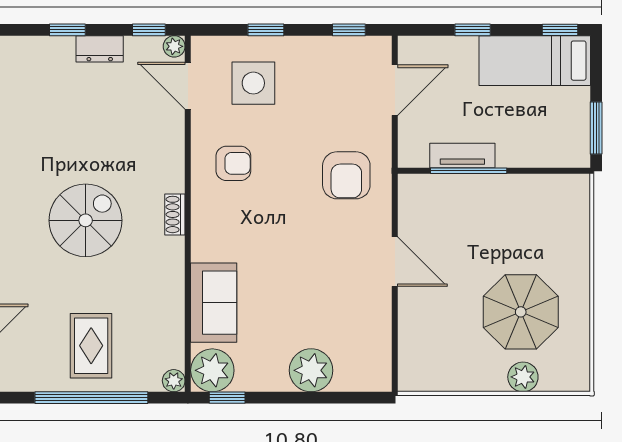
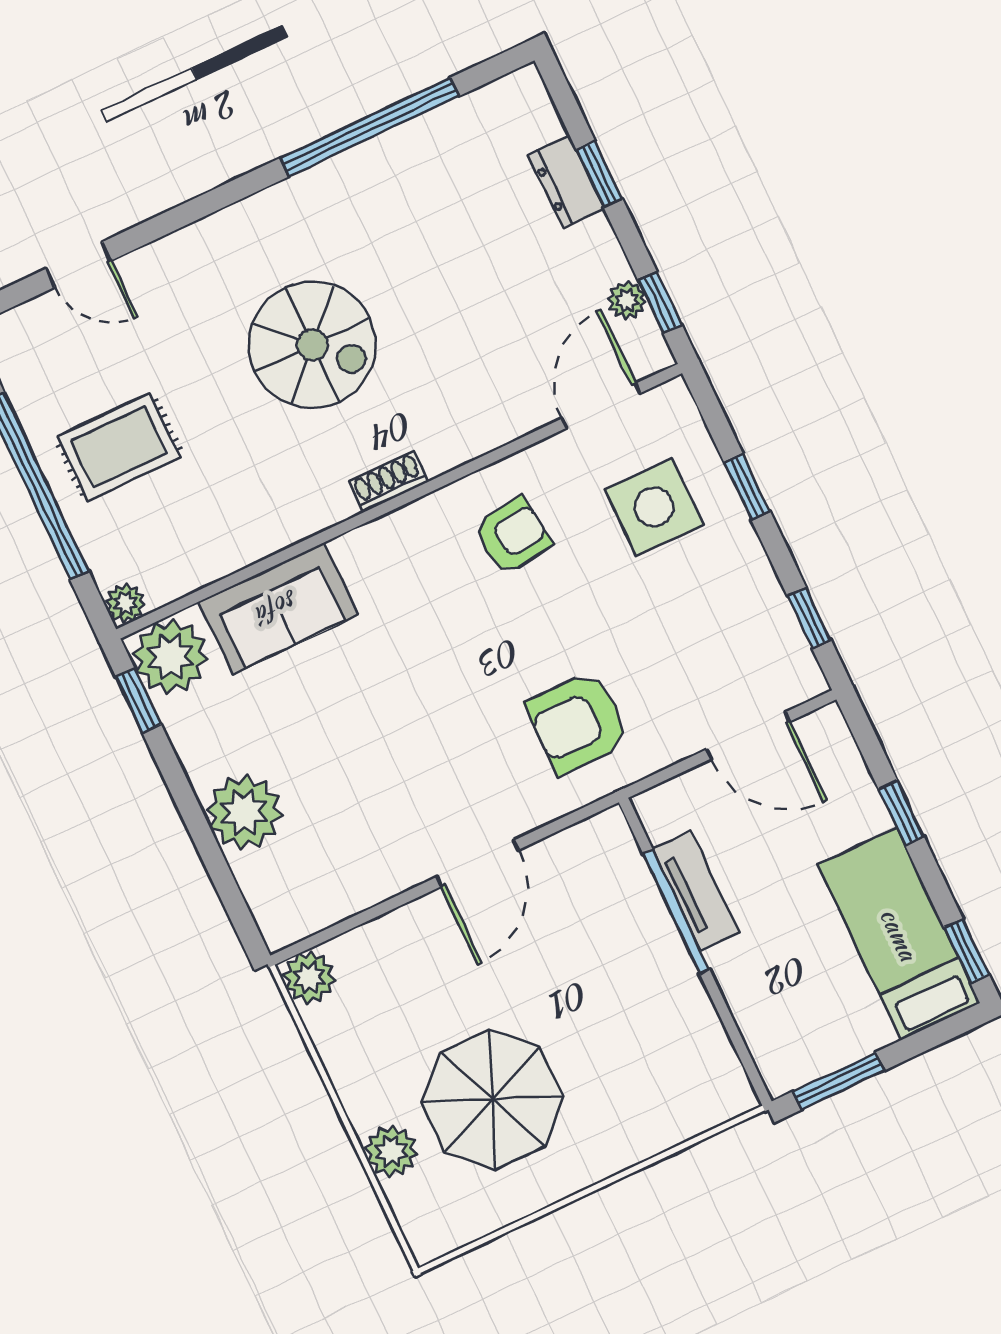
plant: (174, 46) -> (627, 300), moved
dresser: (100, 49) -> (566, 182), moved
armchair: (233, 163) -> (512, 536), turned -97
plant: (413, 377) -> (309, 977), added

